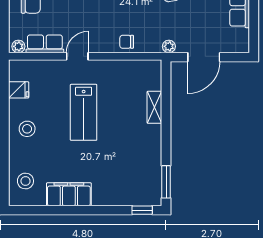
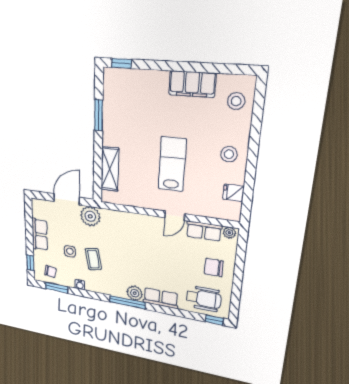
chair: (127, 42) -> (130, 222), removed
plant: (169, 46) -> (90, 216), width x1.88, depth x1.88
shelving: (154, 107) -> (110, 169), width x1.50, depth x1.33
window: (166, 182) -> (99, 115), moved

